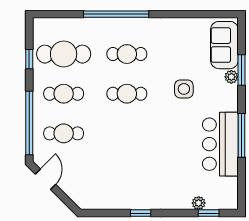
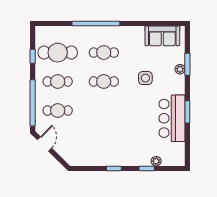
sofa: (224, 45) -> (162, 36), moved, turned -90
window: (241, 135) -> (187, 112), width x0.69
window: (209, 213) -> (147, 169), moved

